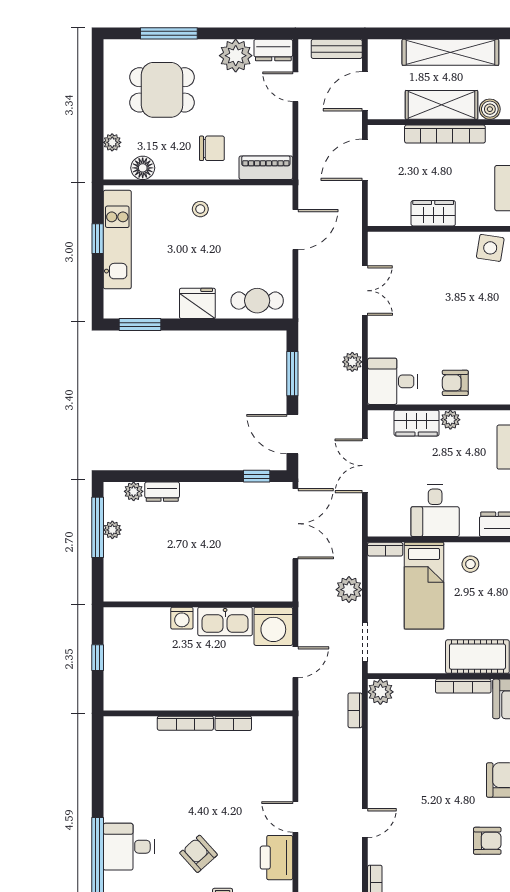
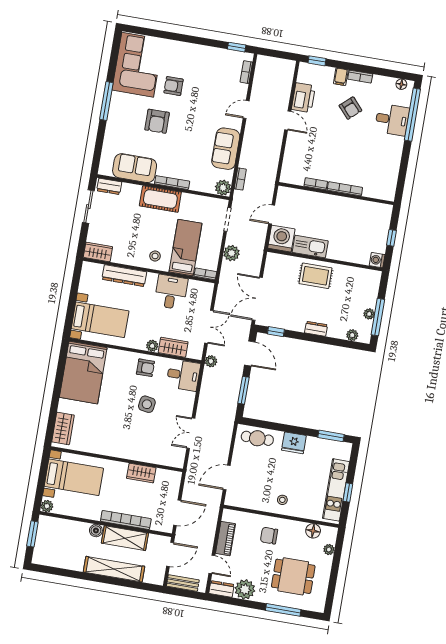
piano: (266, 168) -> (225, 539), moved, turned -90
side table: (490, 248) -> (147, 404), moved
plant: (352, 362) -> (211, 361), moved
dresser: (162, 492) -> (316, 329), moved
rug: (209, 576) -> (315, 276), added
washing machine: (182, 618) -> (377, 260), moved, turned -90
sofa: (387, 755) -> (226, 149), added

